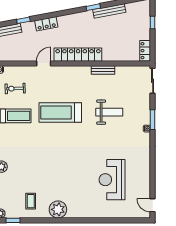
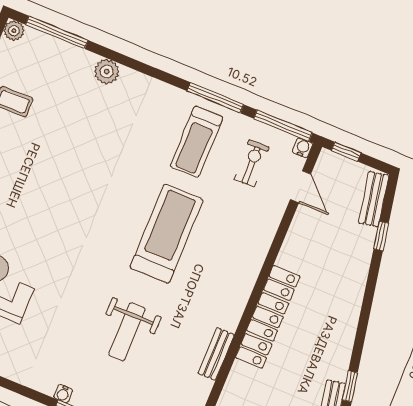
locker: (46, 24) -> (355, 279), removed
door: (44, 63) -> (301, 187), moved

